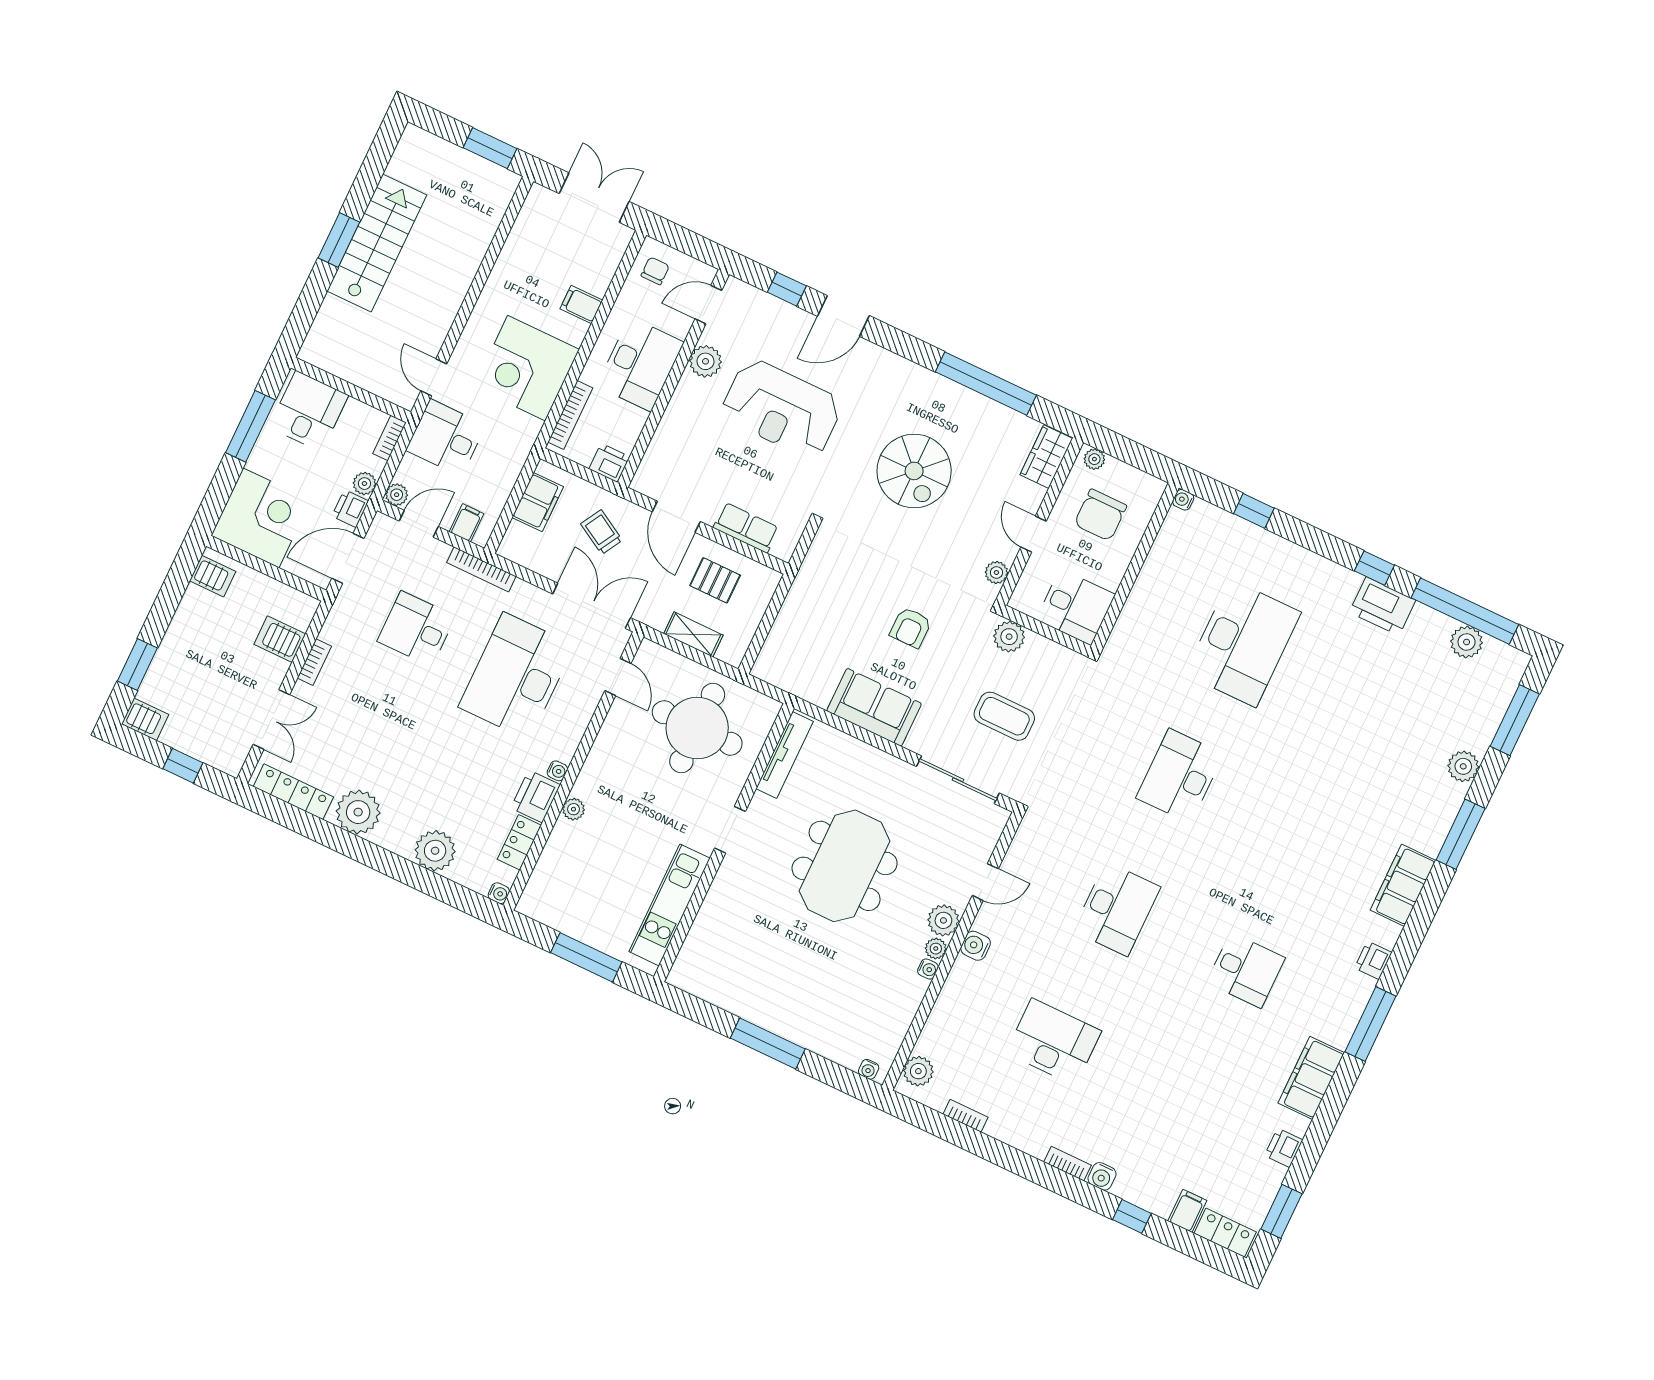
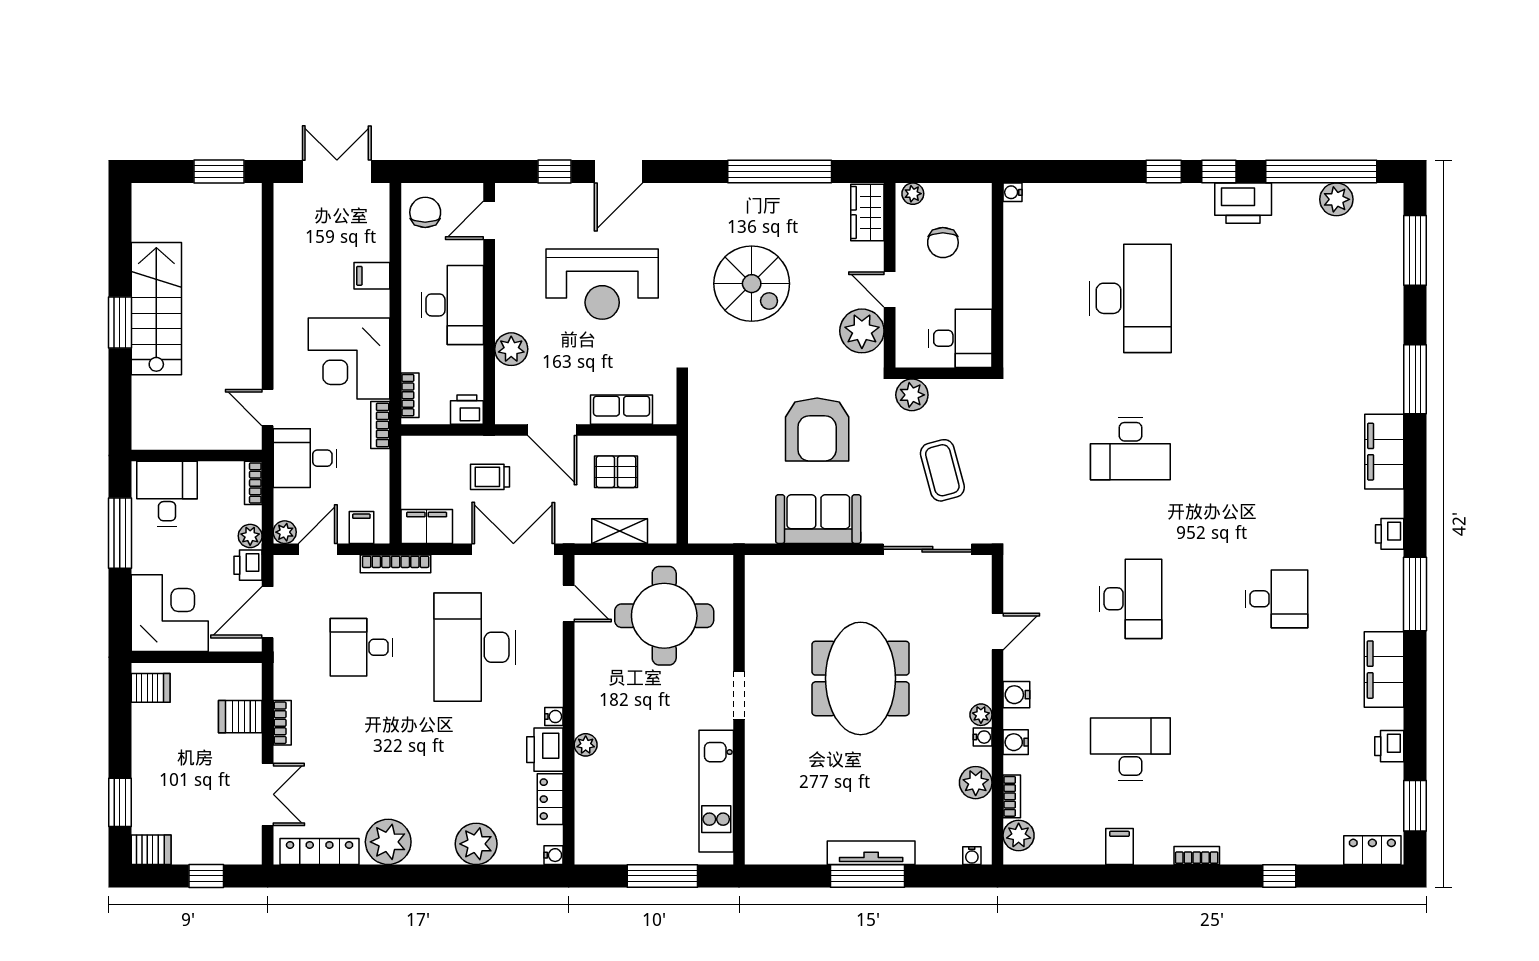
chair: (655, 271) -> (425, 212), width x1.37, depth x1.37
plant: (706, 361) -> (511, 349), moved
bookcase: (570, 415) -> (410, 395), width x0.64
bookcase: (526, 440) -> (380, 425), added
filing cabinet: (538, 502) -> (427, 527), moved, turned -90
window: (1254, 511) -> (1164, 172), moved
chair: (1100, 515) -> (943, 243), width x0.73, depth x0.73
trolley: (601, 532) -> (490, 477), turned -30
plant: (996, 573) -> (862, 331), width x1.88, depth x1.88
armchair: (911, 628) -> (817, 430), width x1.88, depth x1.88
coffee table: (1004, 716) -> (942, 470), turned 75
tv unit: (784, 755) -> (871, 853), moved, turned -90
plant: (1463, 766) -> (1388, 316), removed
desk: (1180, 776) -> (1130, 449), turned -90
plant: (943, 920) -> (976, 783), moved
bookcase: (965, 1116) -> (1012, 796), moved, turned 90
water cooler: (1102, 1176) -> (1016, 742), moved, turned 90
filing cabinet: (1187, 1211) -> (1119, 846), moved

